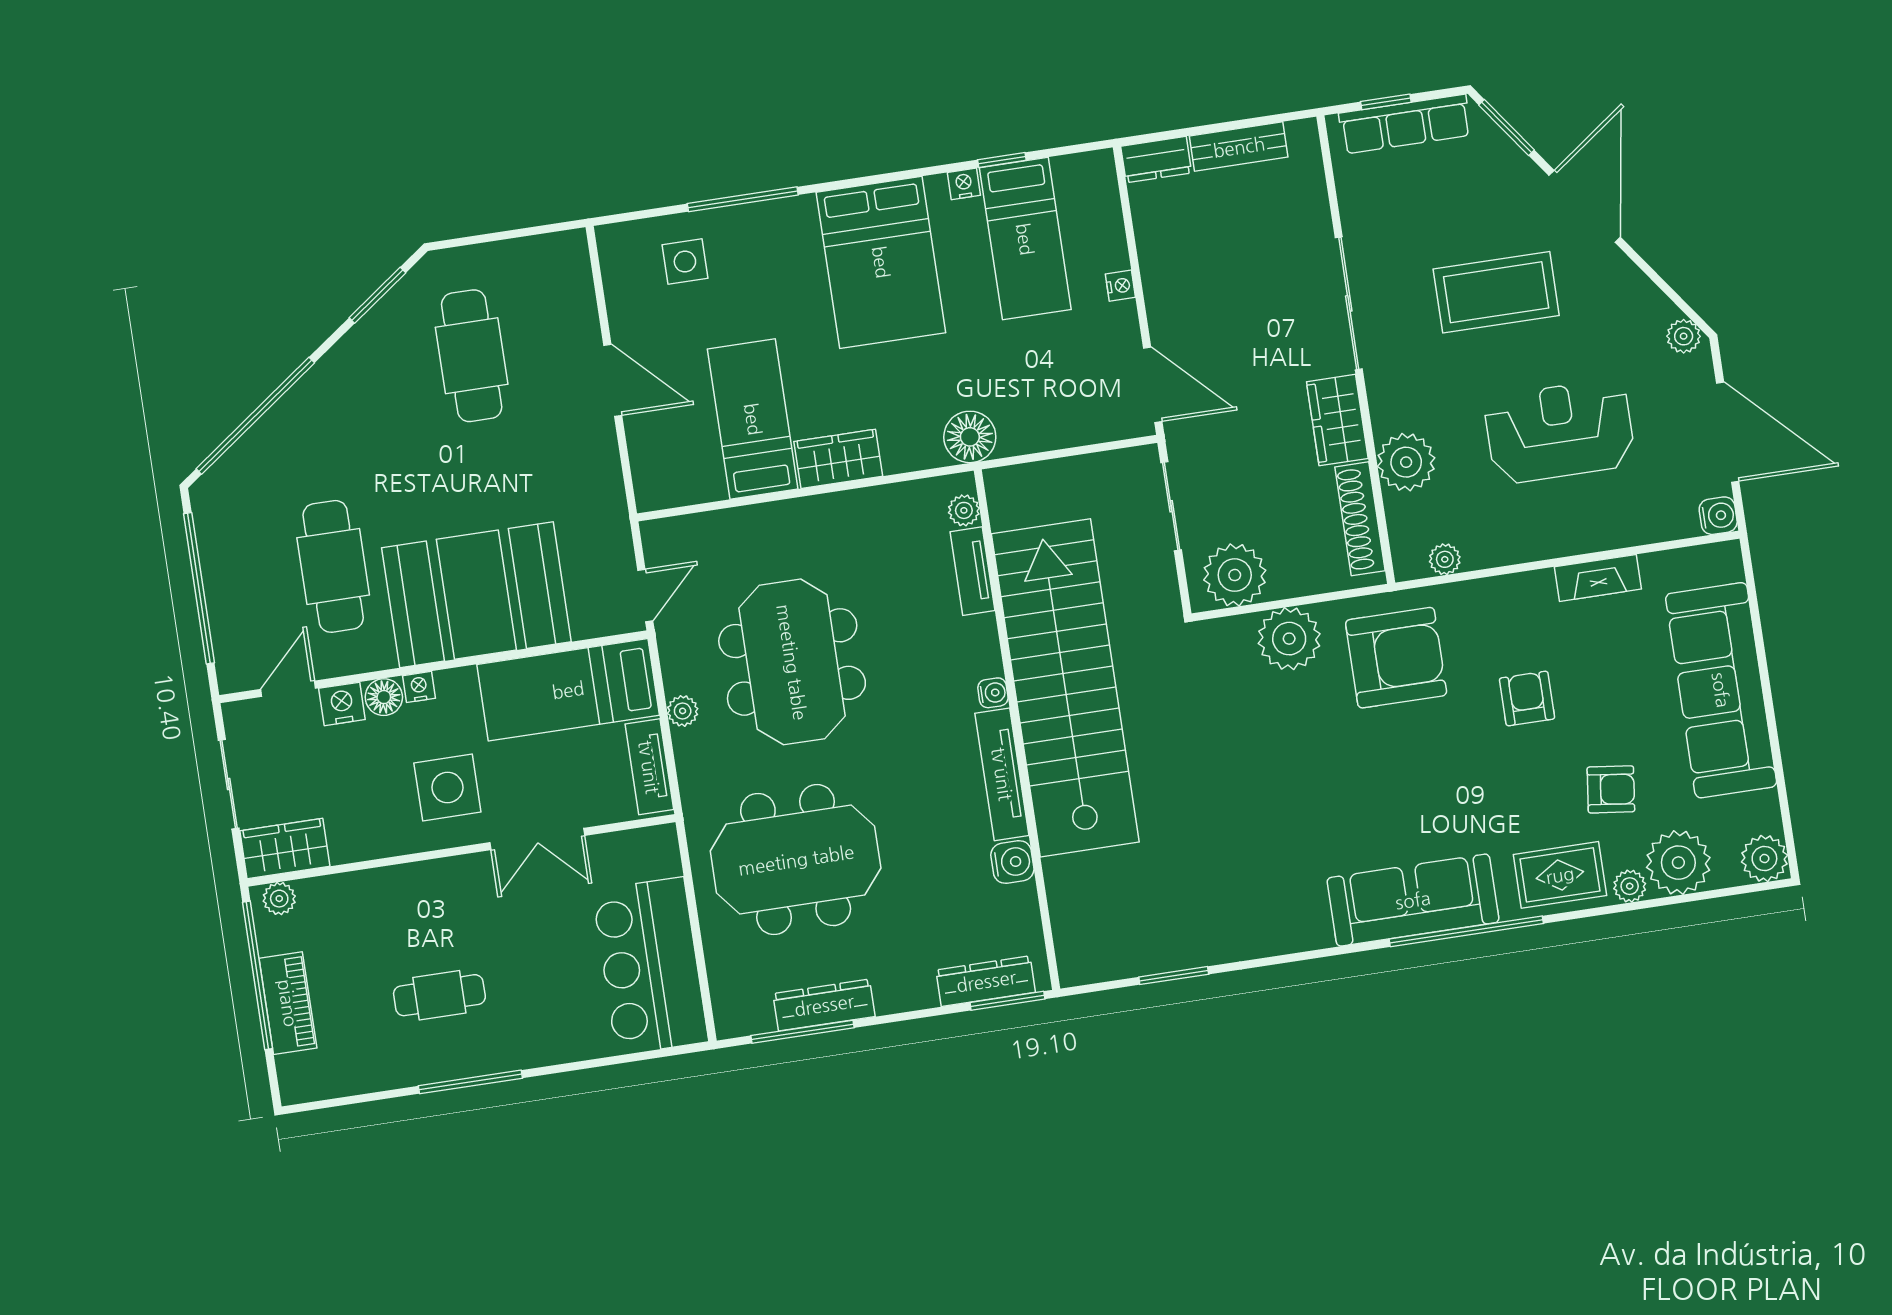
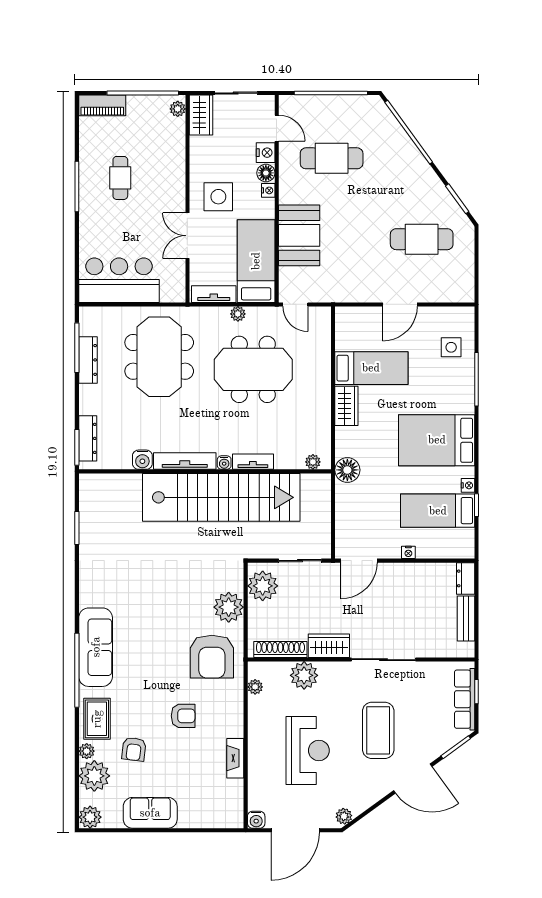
tv unit: (973, 571) -> (253, 462), moved
booth: (476, 595) -> (299, 235), width x0.73, depth x0.70
sofa: (1721, 690) -> (150, 813), width x0.54, depth x0.79
piano: (288, 1003) -> (102, 105), moved

